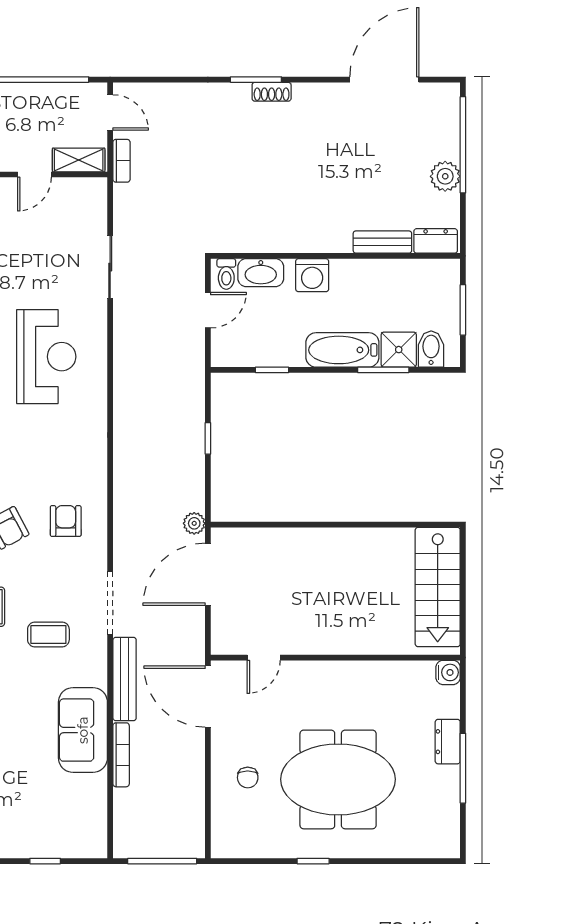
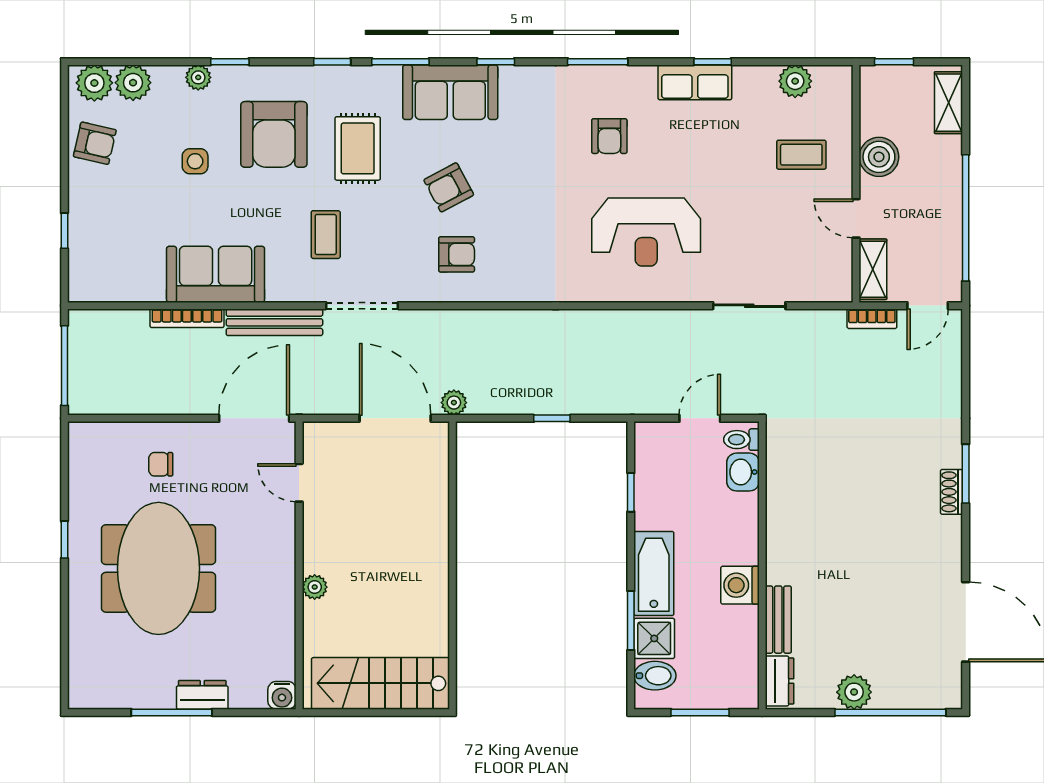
washbasin: (261, 273) -> (743, 472), width x0.72
washing machine: (312, 275) -> (740, 585), moved
door: (208, 310) -> (700, 418), swing flipped
plant: (354, 644) -> (315, 587), added

